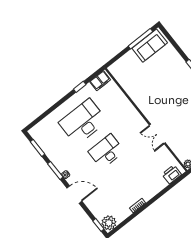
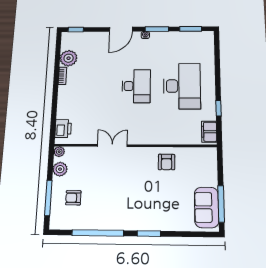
armchair: (141, 92) -> (166, 162), added
plant: (109, 223) -> (69, 58), moved

